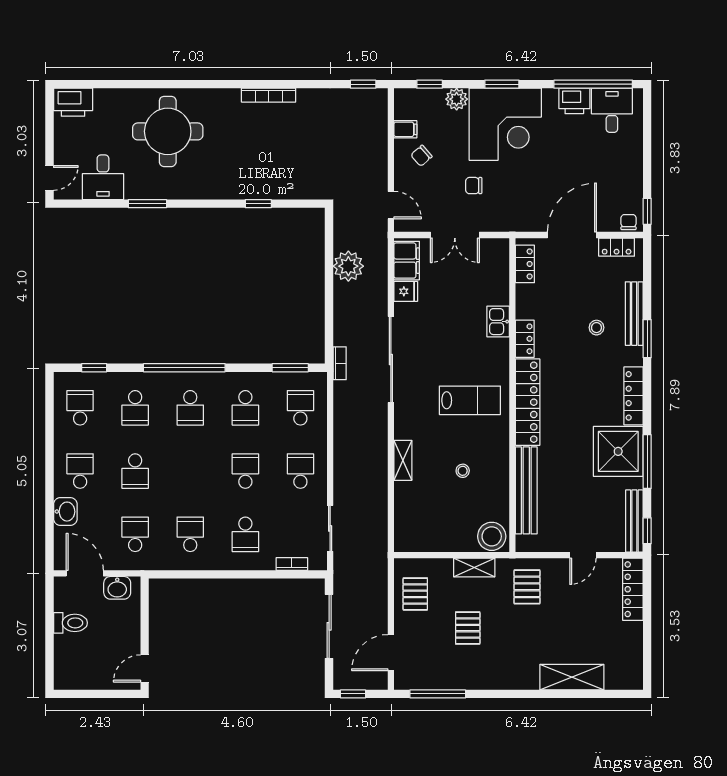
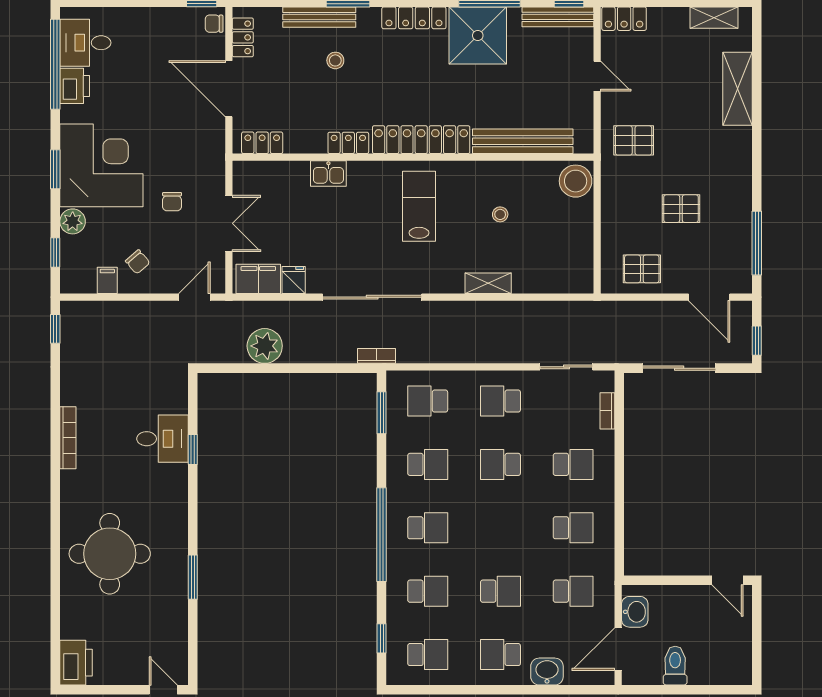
desk: (103, 177) -> (162, 439), moved
school desk: (80, 408) -> (428, 655), turned 180
school desk: (135, 534) -> (573, 591), turned 180
school desk: (190, 534) -> (573, 528), turned 180
shelving: (474, 567) -> (714, 18), moved, turned 90
locker: (633, 589) -> (624, 19), width x0.66

